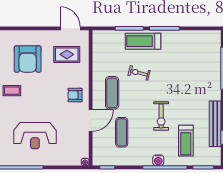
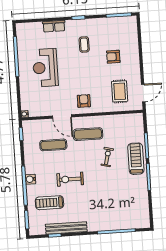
armchair: (28, 59) -> (113, 57), width x0.53, depth x0.53

